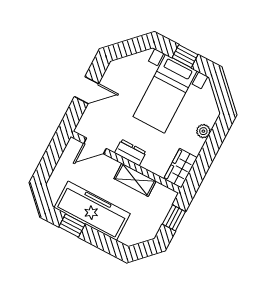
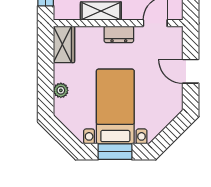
window: (185, 56) -> (115, 152), width x1.50
door: (87, 90) -> (191, 71), hinge flipped

